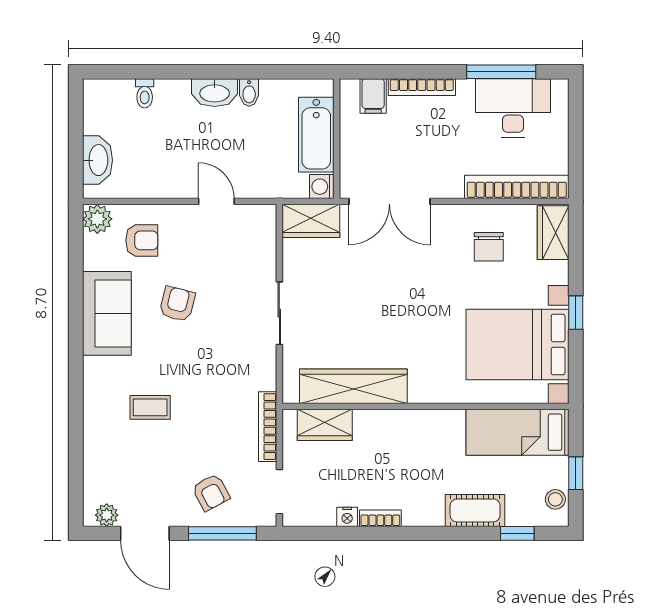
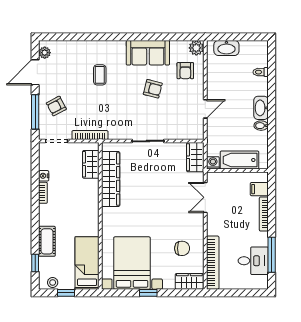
desk: (513, 108) -> (253, 261), width x0.73
double door: (389, 201) -> (205, 197), width x0.73
chair: (489, 247) -> (182, 248), turned 180

